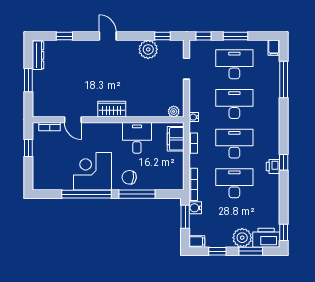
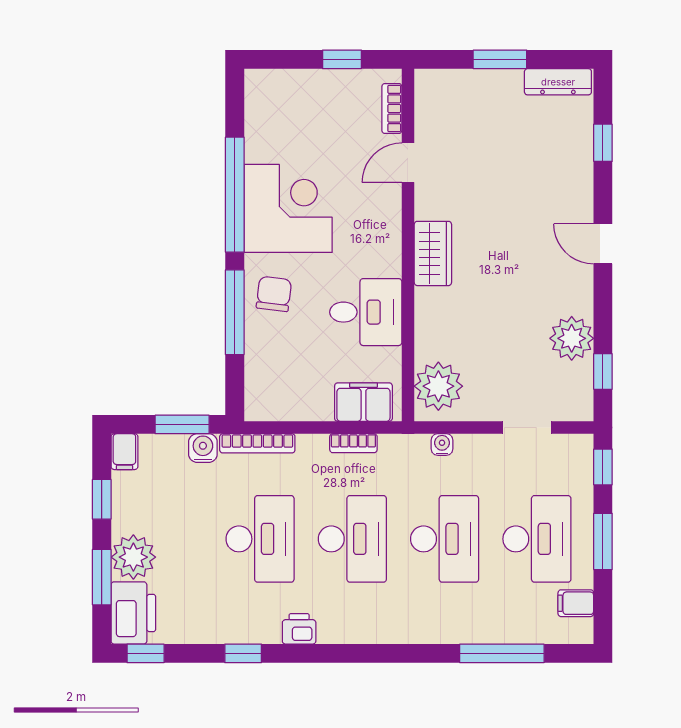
door: (108, 36) -> (603, 244), swing flipped
filing cabinet: (274, 48) -> (576, 603), moved
plant: (174, 111) -> (438, 386), width x1.87, depth x1.87
water cooler: (194, 117) -> (442, 445), moved
window: (284, 162) -> (243, 653), moved

